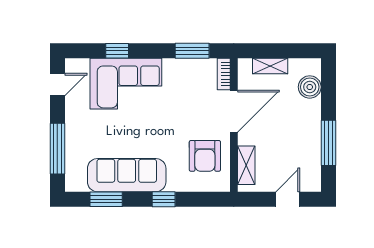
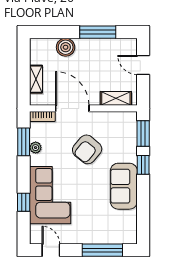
plant: (185, 65) -> (36, 148), added
boiler: (310, 87) -> (66, 47), moved
armchair: (205, 156) -> (87, 149), moved, turned 130
sofa: (127, 175) -> (124, 186), width x0.73
window: (106, 199) -> (143, 134), moved

